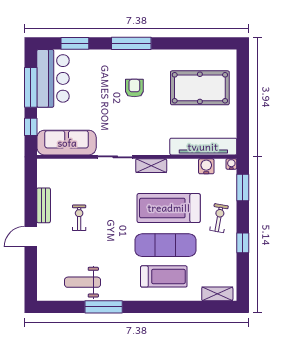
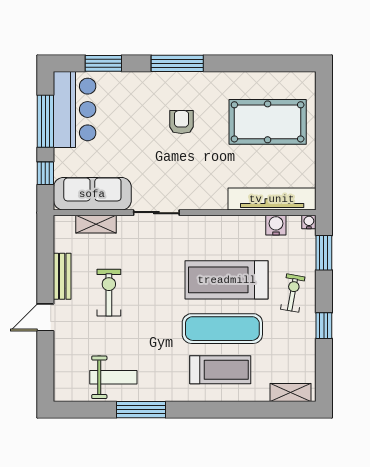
shelving: (151, 166) -> (96, 224), moved
exercise bike: (79, 218) -> (109, 293), width x1.38, depth x1.39
weight bench: (83, 282) -> (113, 377), turned 180

